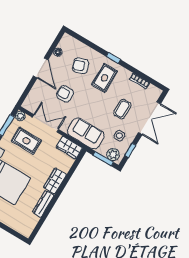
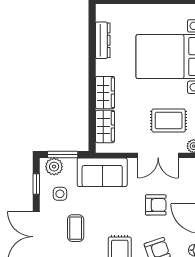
wardrobe: (69, 148) -> (105, 126), moved, turned 90
dresser: (43, 204) -> (103, 40), moved

